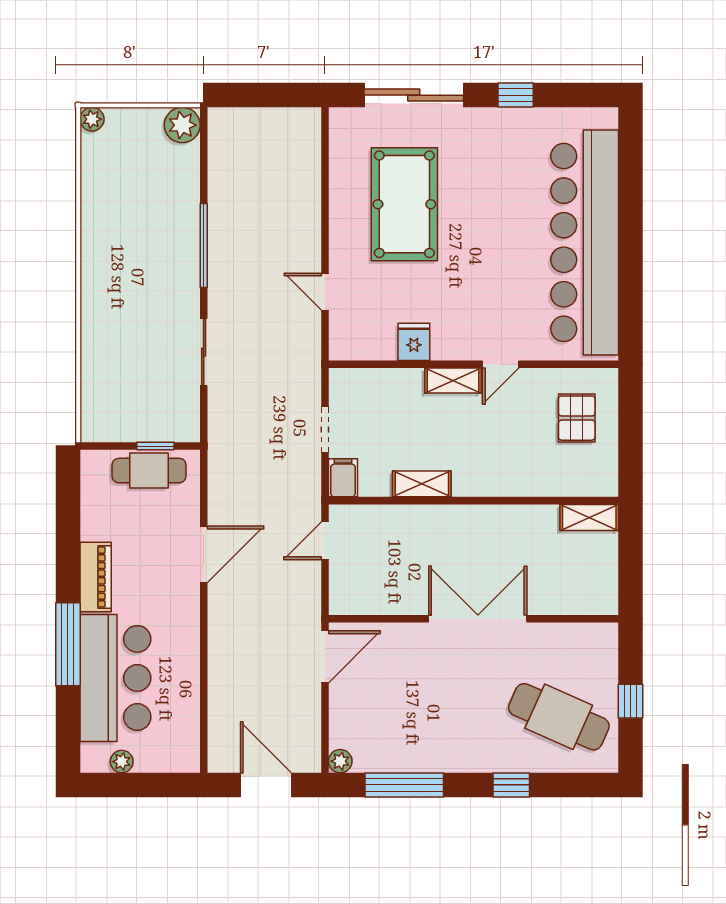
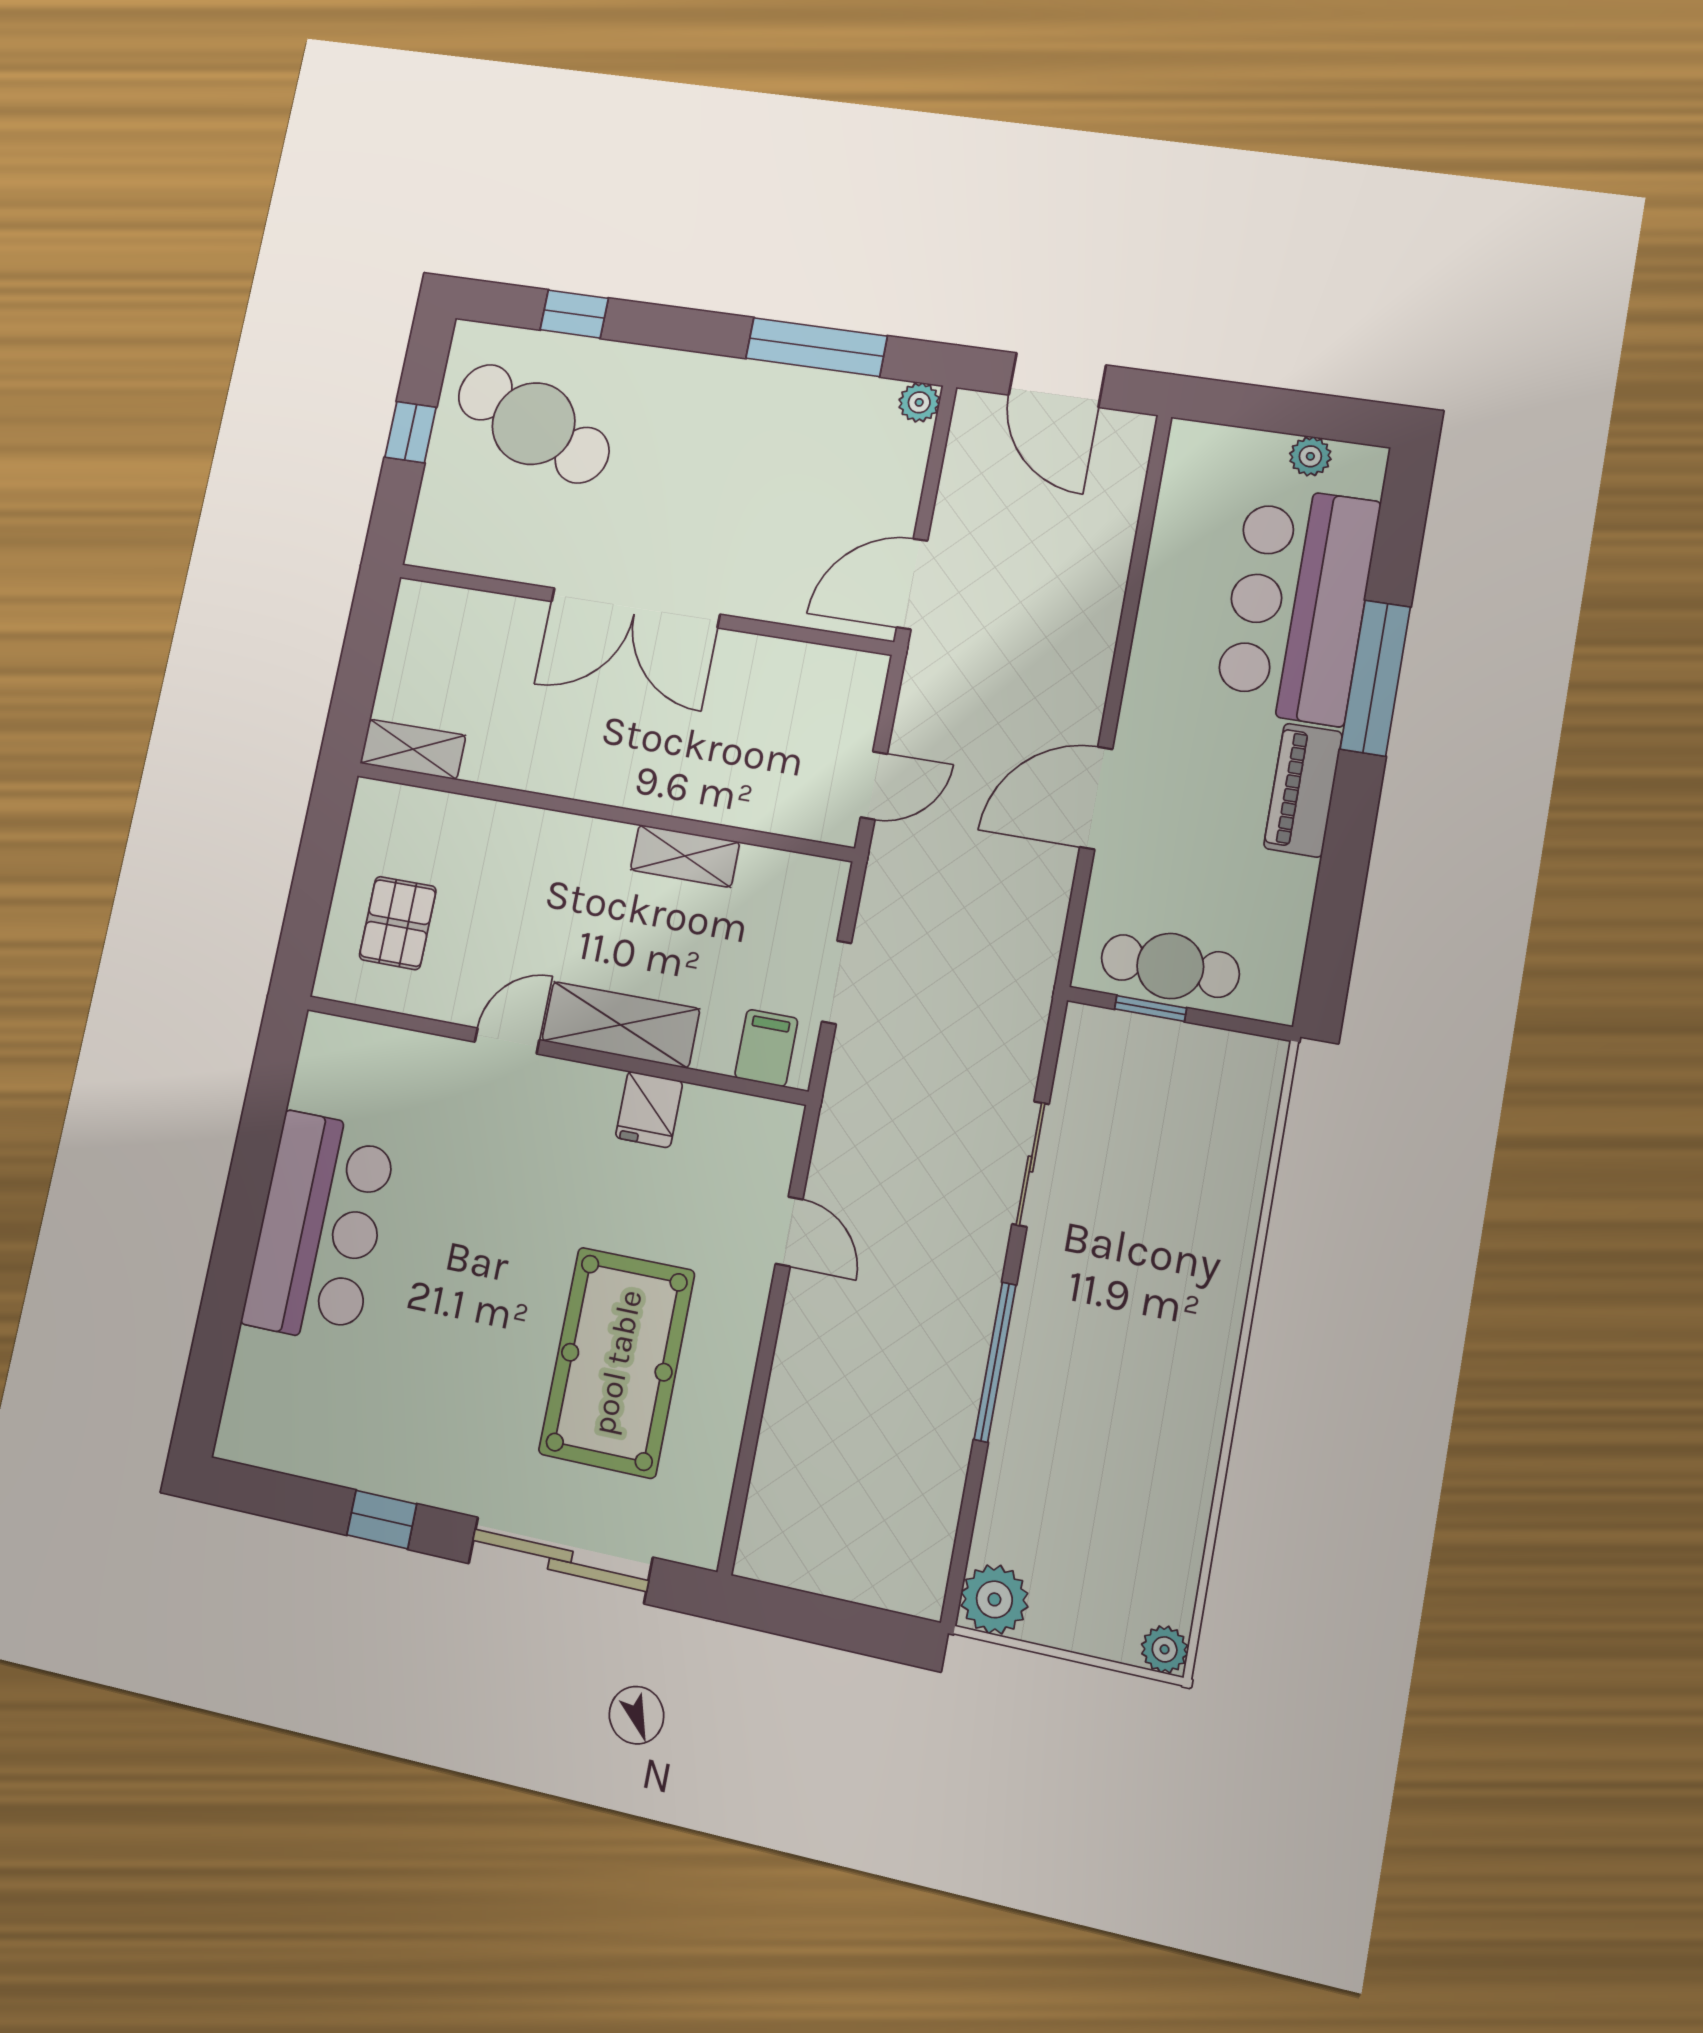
bar counter: (585, 242) -> (320, 1228), width x0.54
shelving: (453, 381) -> (621, 1025), width x1.50, depth x1.33
filing cabinet: (343, 478) -> (766, 1048), moved, turned 180
window: (511, 785) -> (574, 314), moved

